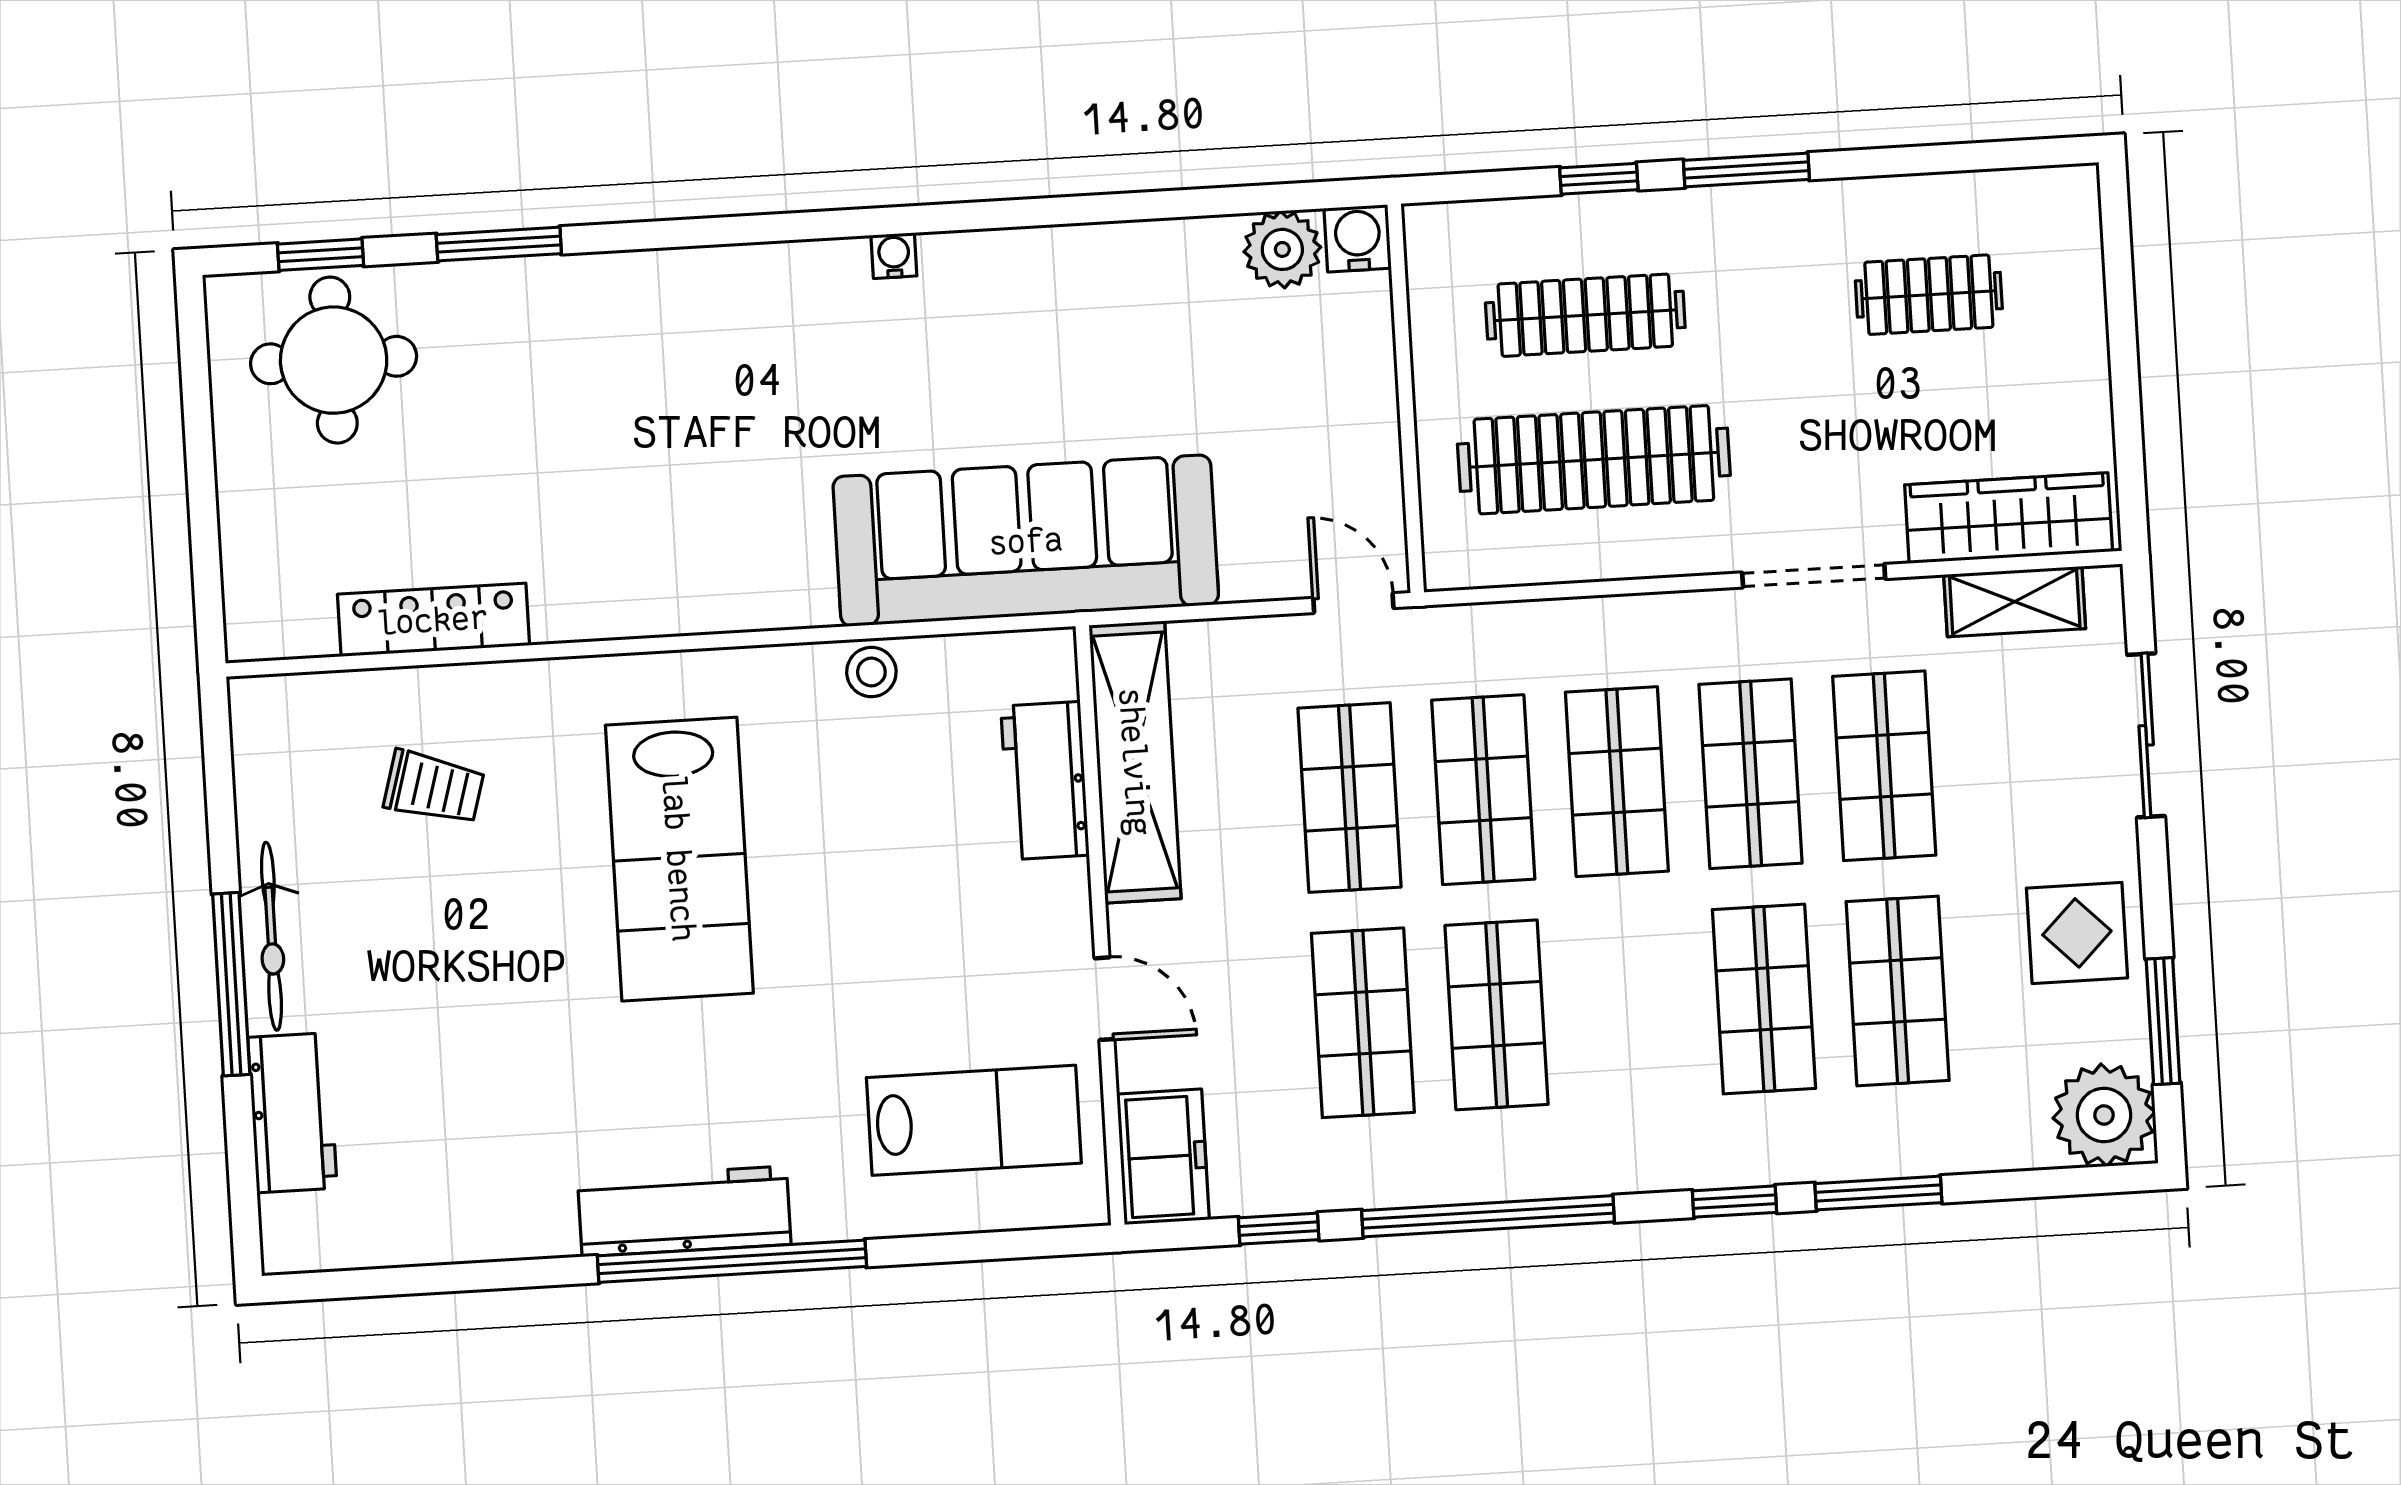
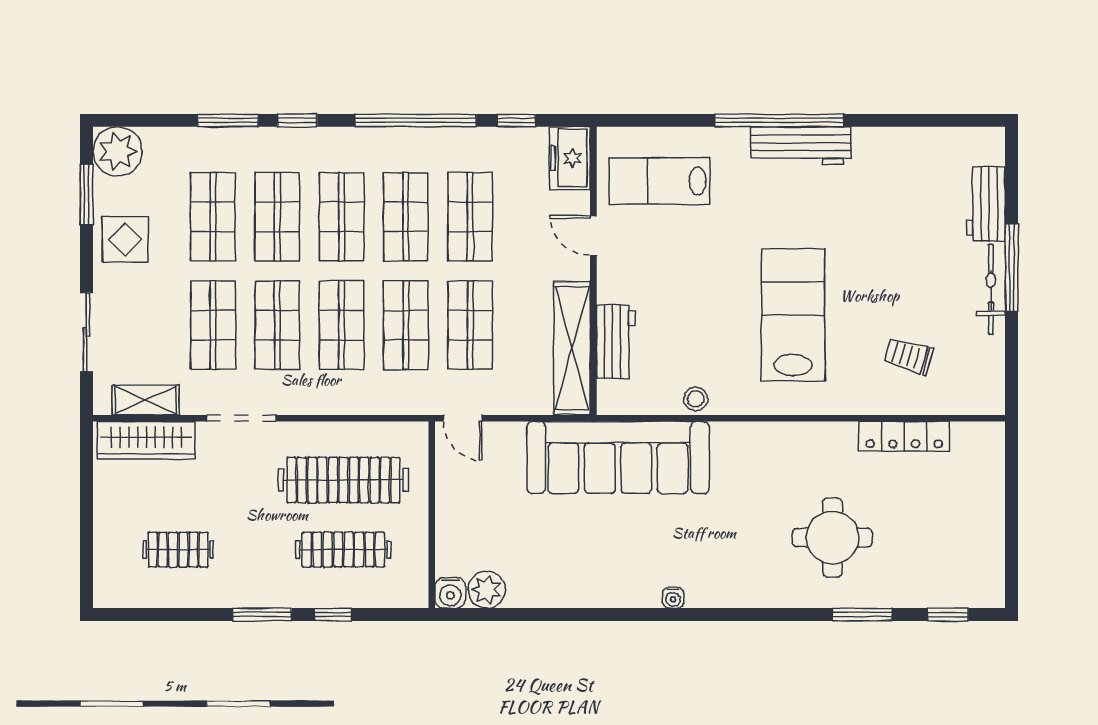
round table: (334, 360) -> (832, 538), moved
shop shelf: (1630, 1007) -> (342, 217), added

